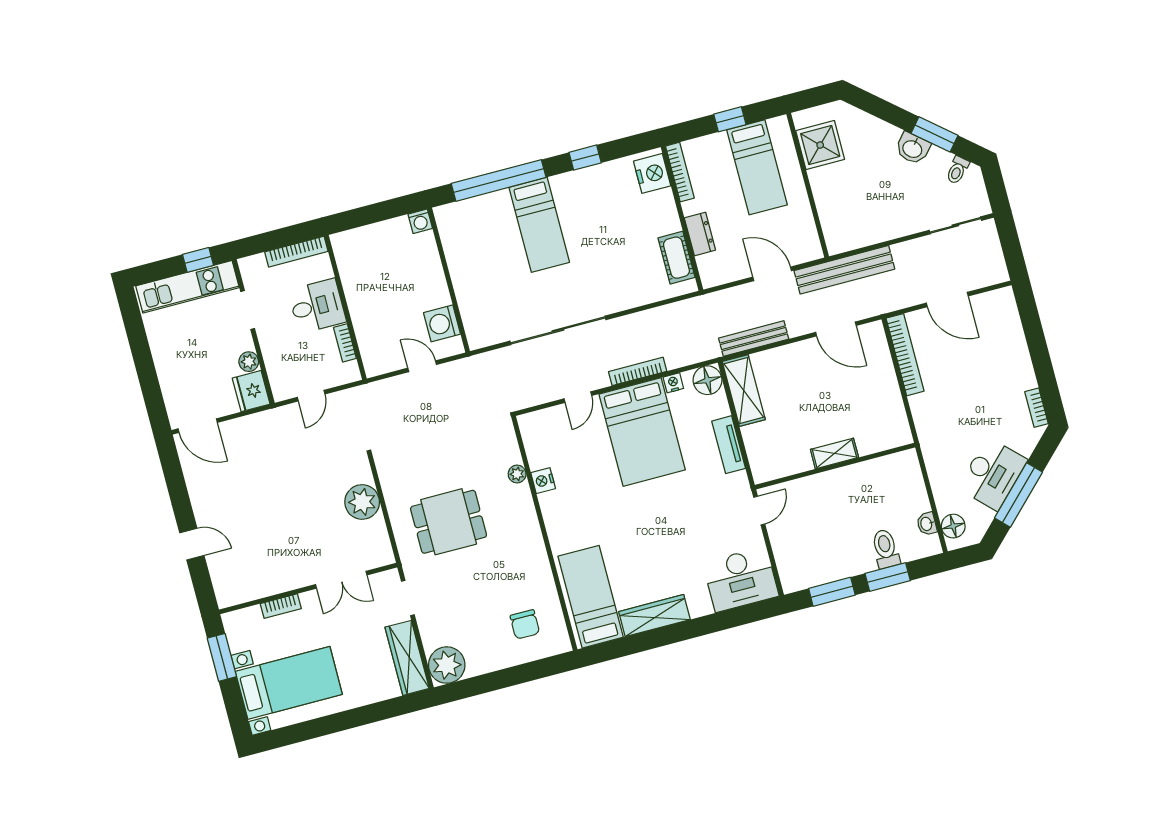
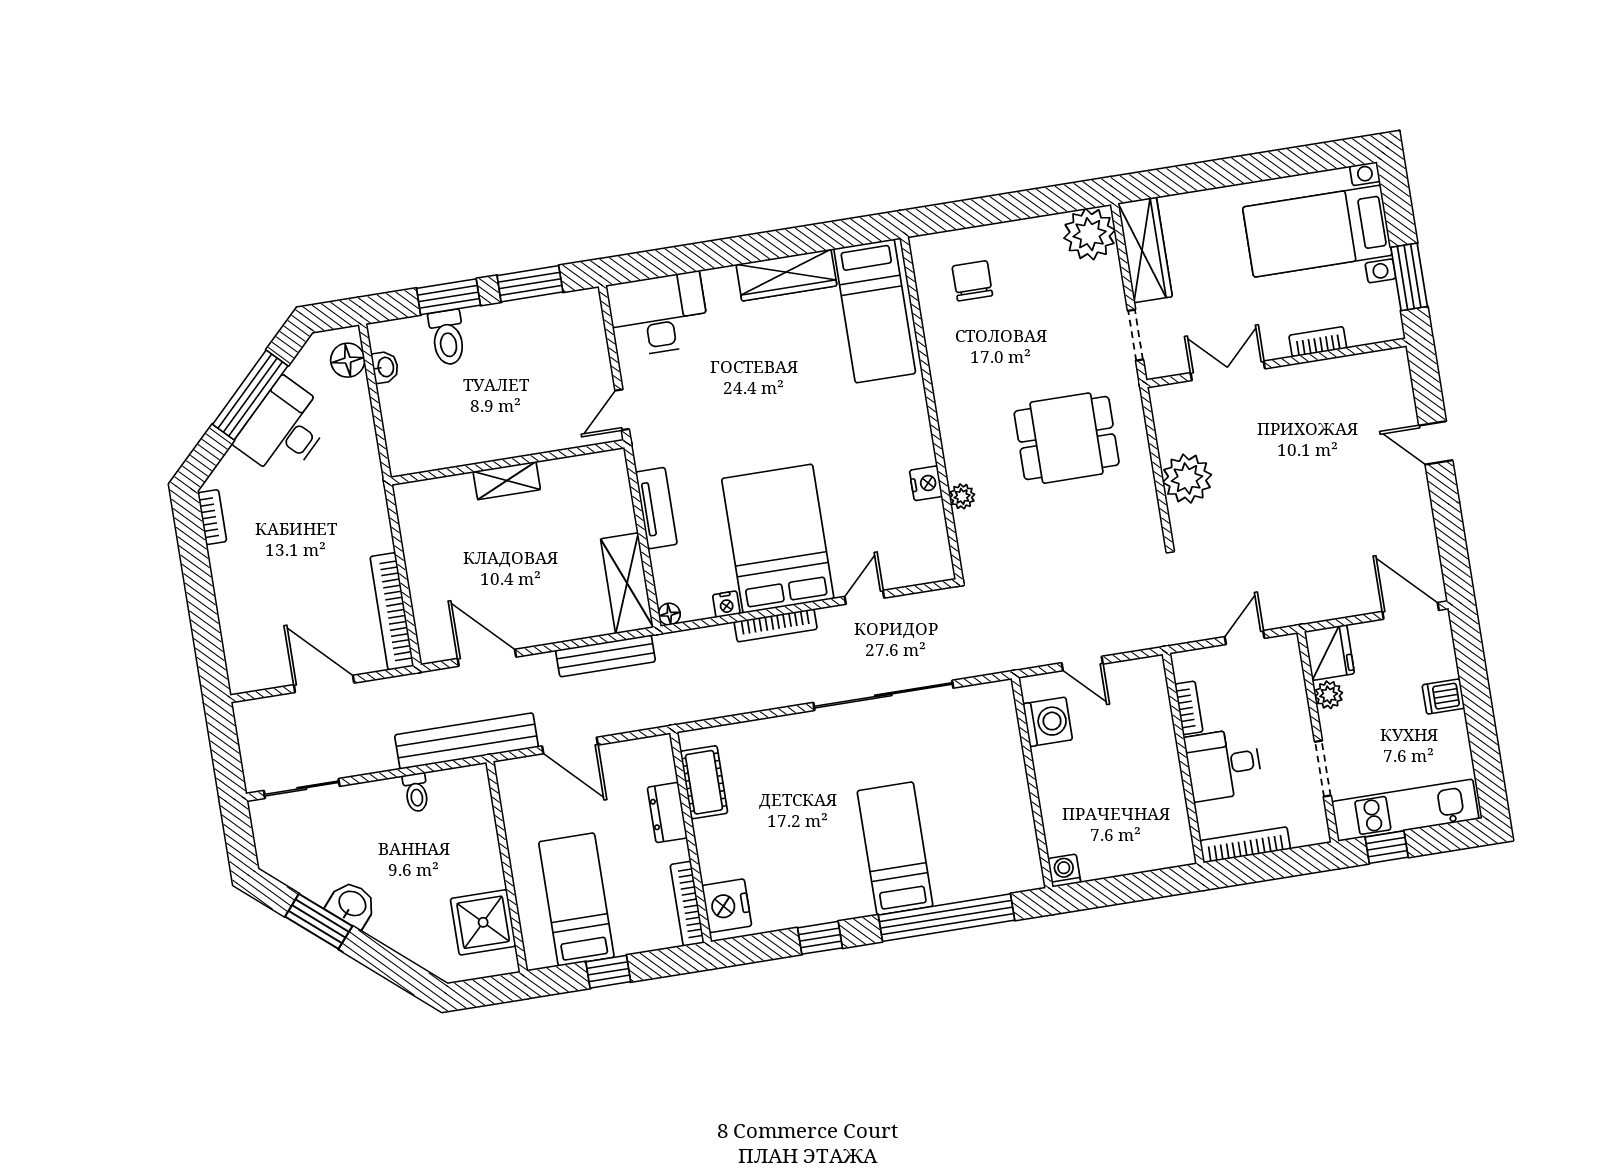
toilet: (957, 170) -> (416, 792), moved, turned 140
dishwasher: (169, 368) -> (1443, 697), added
floor lamp: (707, 380) -> (669, 614), width x0.53, depth x0.53

